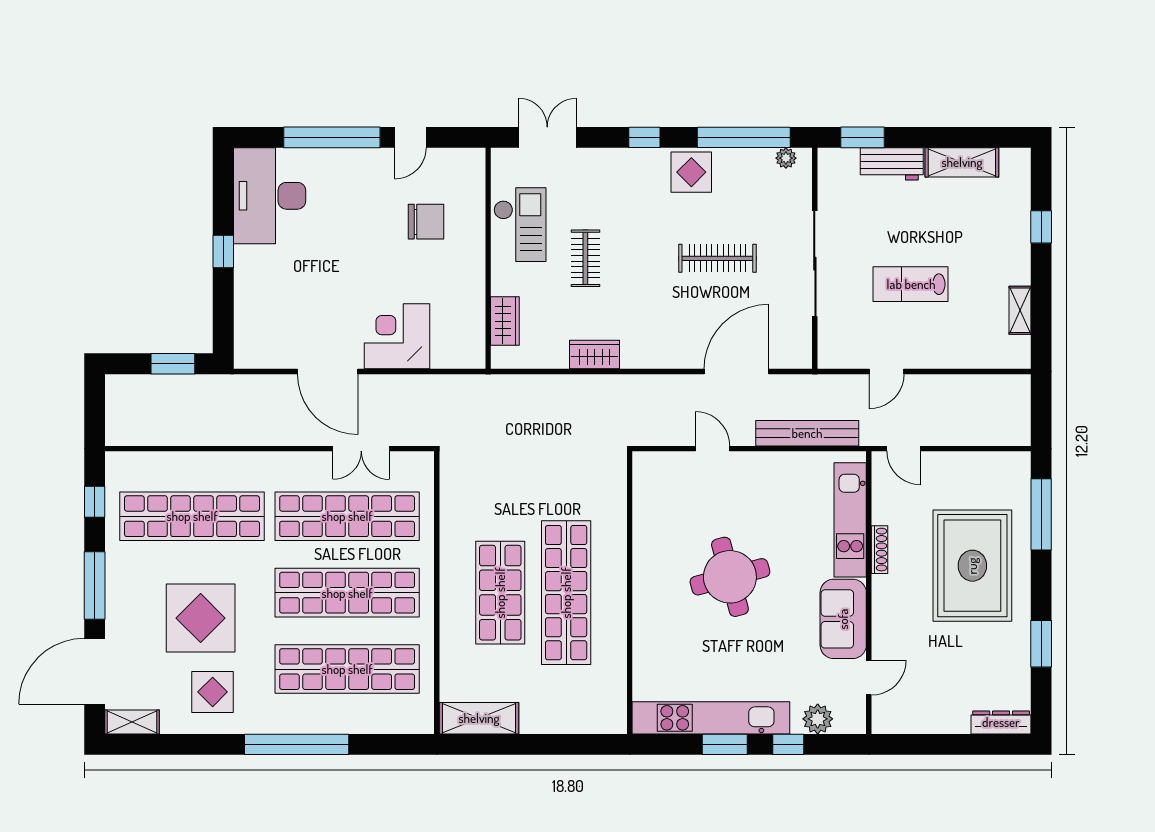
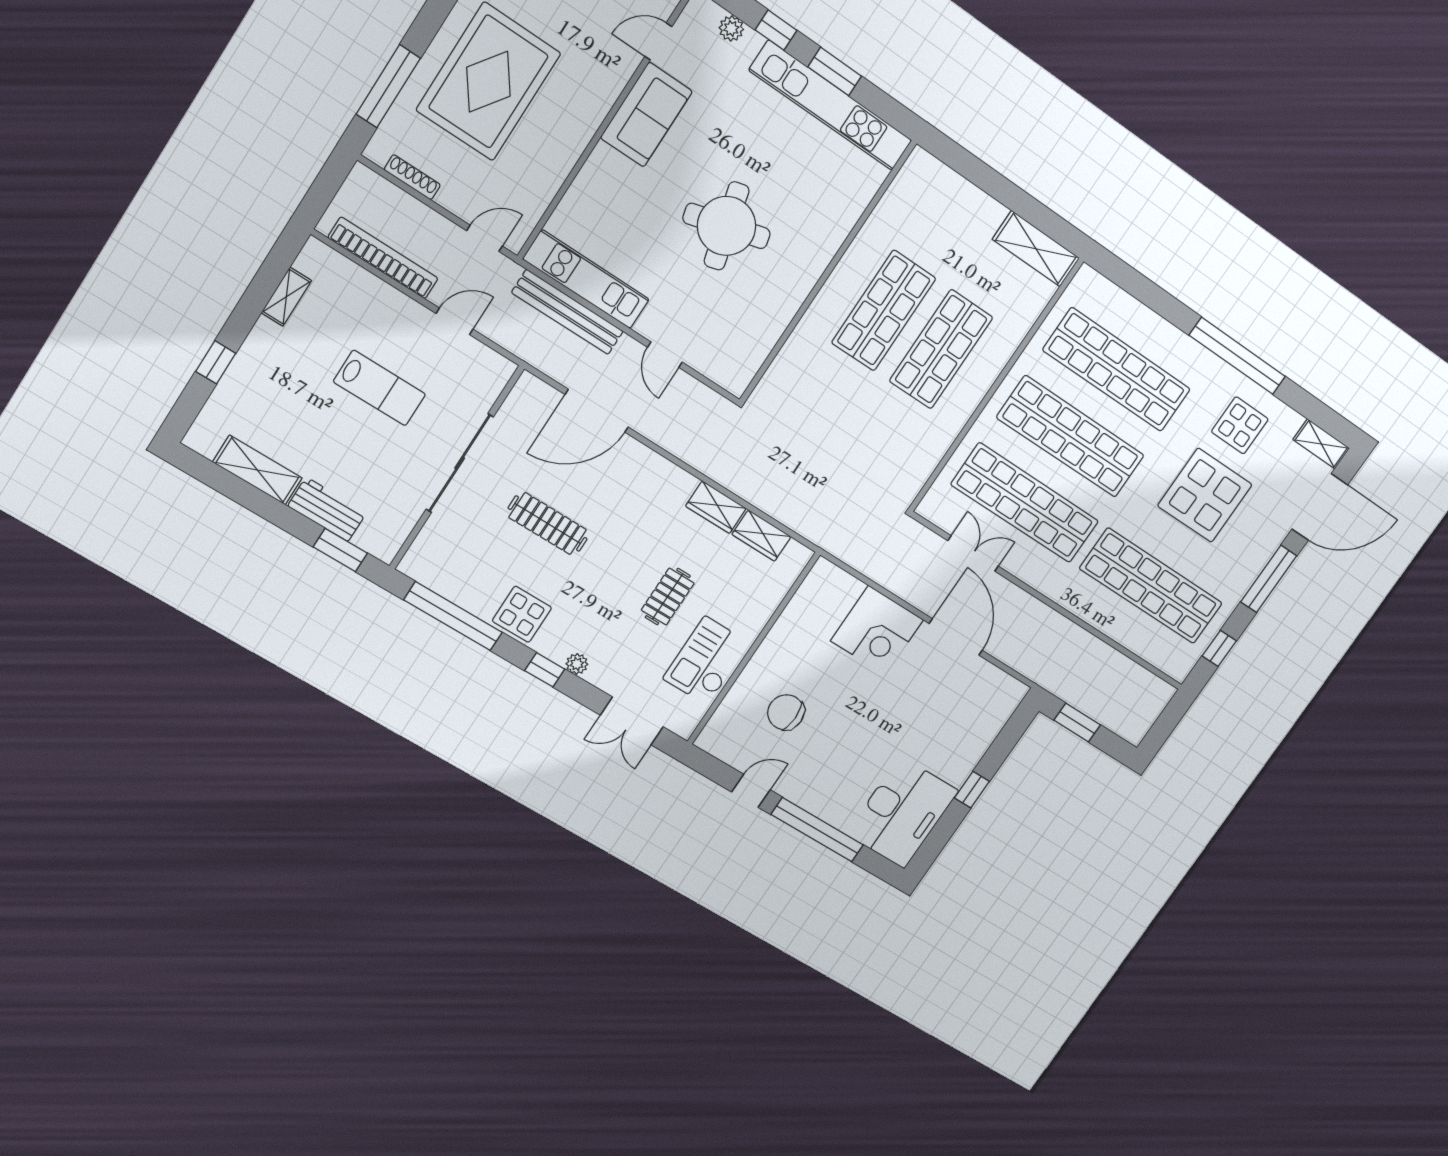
plant: (786, 158) -> (577, 664), moved
wardrobe: (505, 321) -> (762, 536), moved, turned -90
bookcase: (968, 385) -> (383, 258), added
door: (903, 449) -> (485, 238), hinge flipped
kitchen unit: (850, 520) -> (586, 279), moved, turned -90
shoe rack: (880, 550) -> (412, 177), moved, turned 90
shop shelf: (566, 593) -> (884, 311), width x0.71
plant: (818, 719) -> (731, 28), width x0.73, depth x0.73
window: (297, 744) -> (1237, 356), moved

